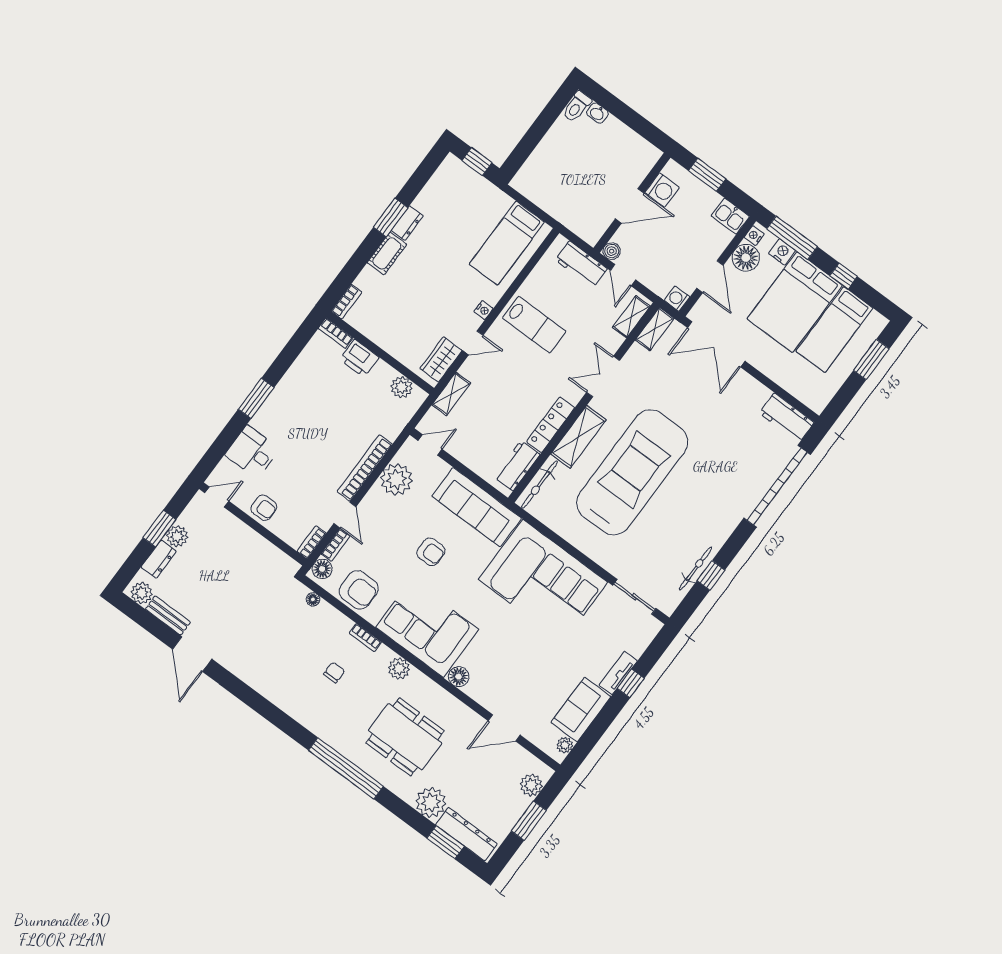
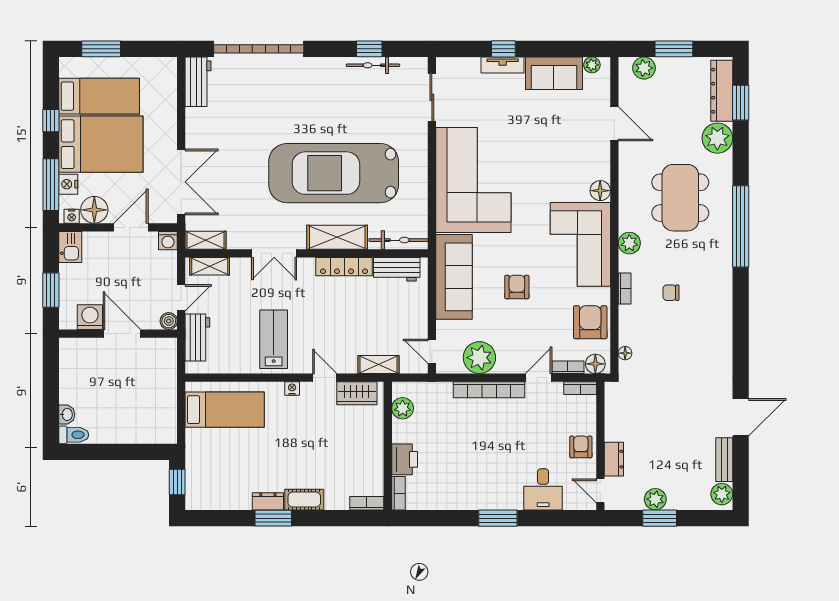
dresser: (159, 559) -> (614, 459), moved, turned 90

